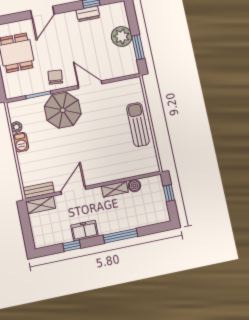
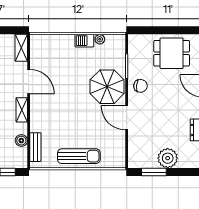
door: (90, 85) -> (127, 118), swing flipped
shelving: (115, 189) -> (22, 110), moved
bench: (39, 190) -> (35, 147), moved

